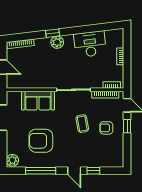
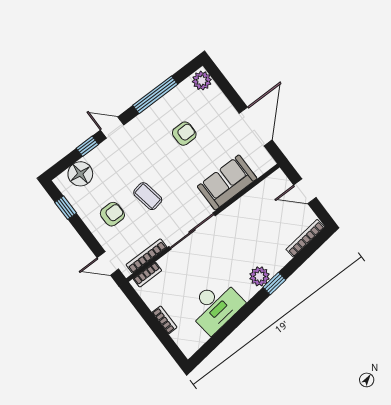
window: (127, 126) -> (66, 208), moved
armchair: (41, 141) -> (184, 134), width x0.53, depth x0.53
floor lamp: (107, 160) -> (80, 174), added

